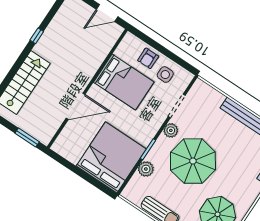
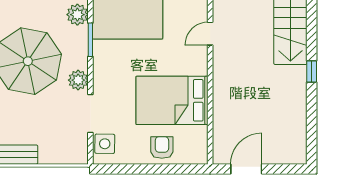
window: (37, 36) -> (312, 72), moved
side table: (165, 75) -> (105, 144), moved
door: (76, 106) -> (210, 34), width x0.53

